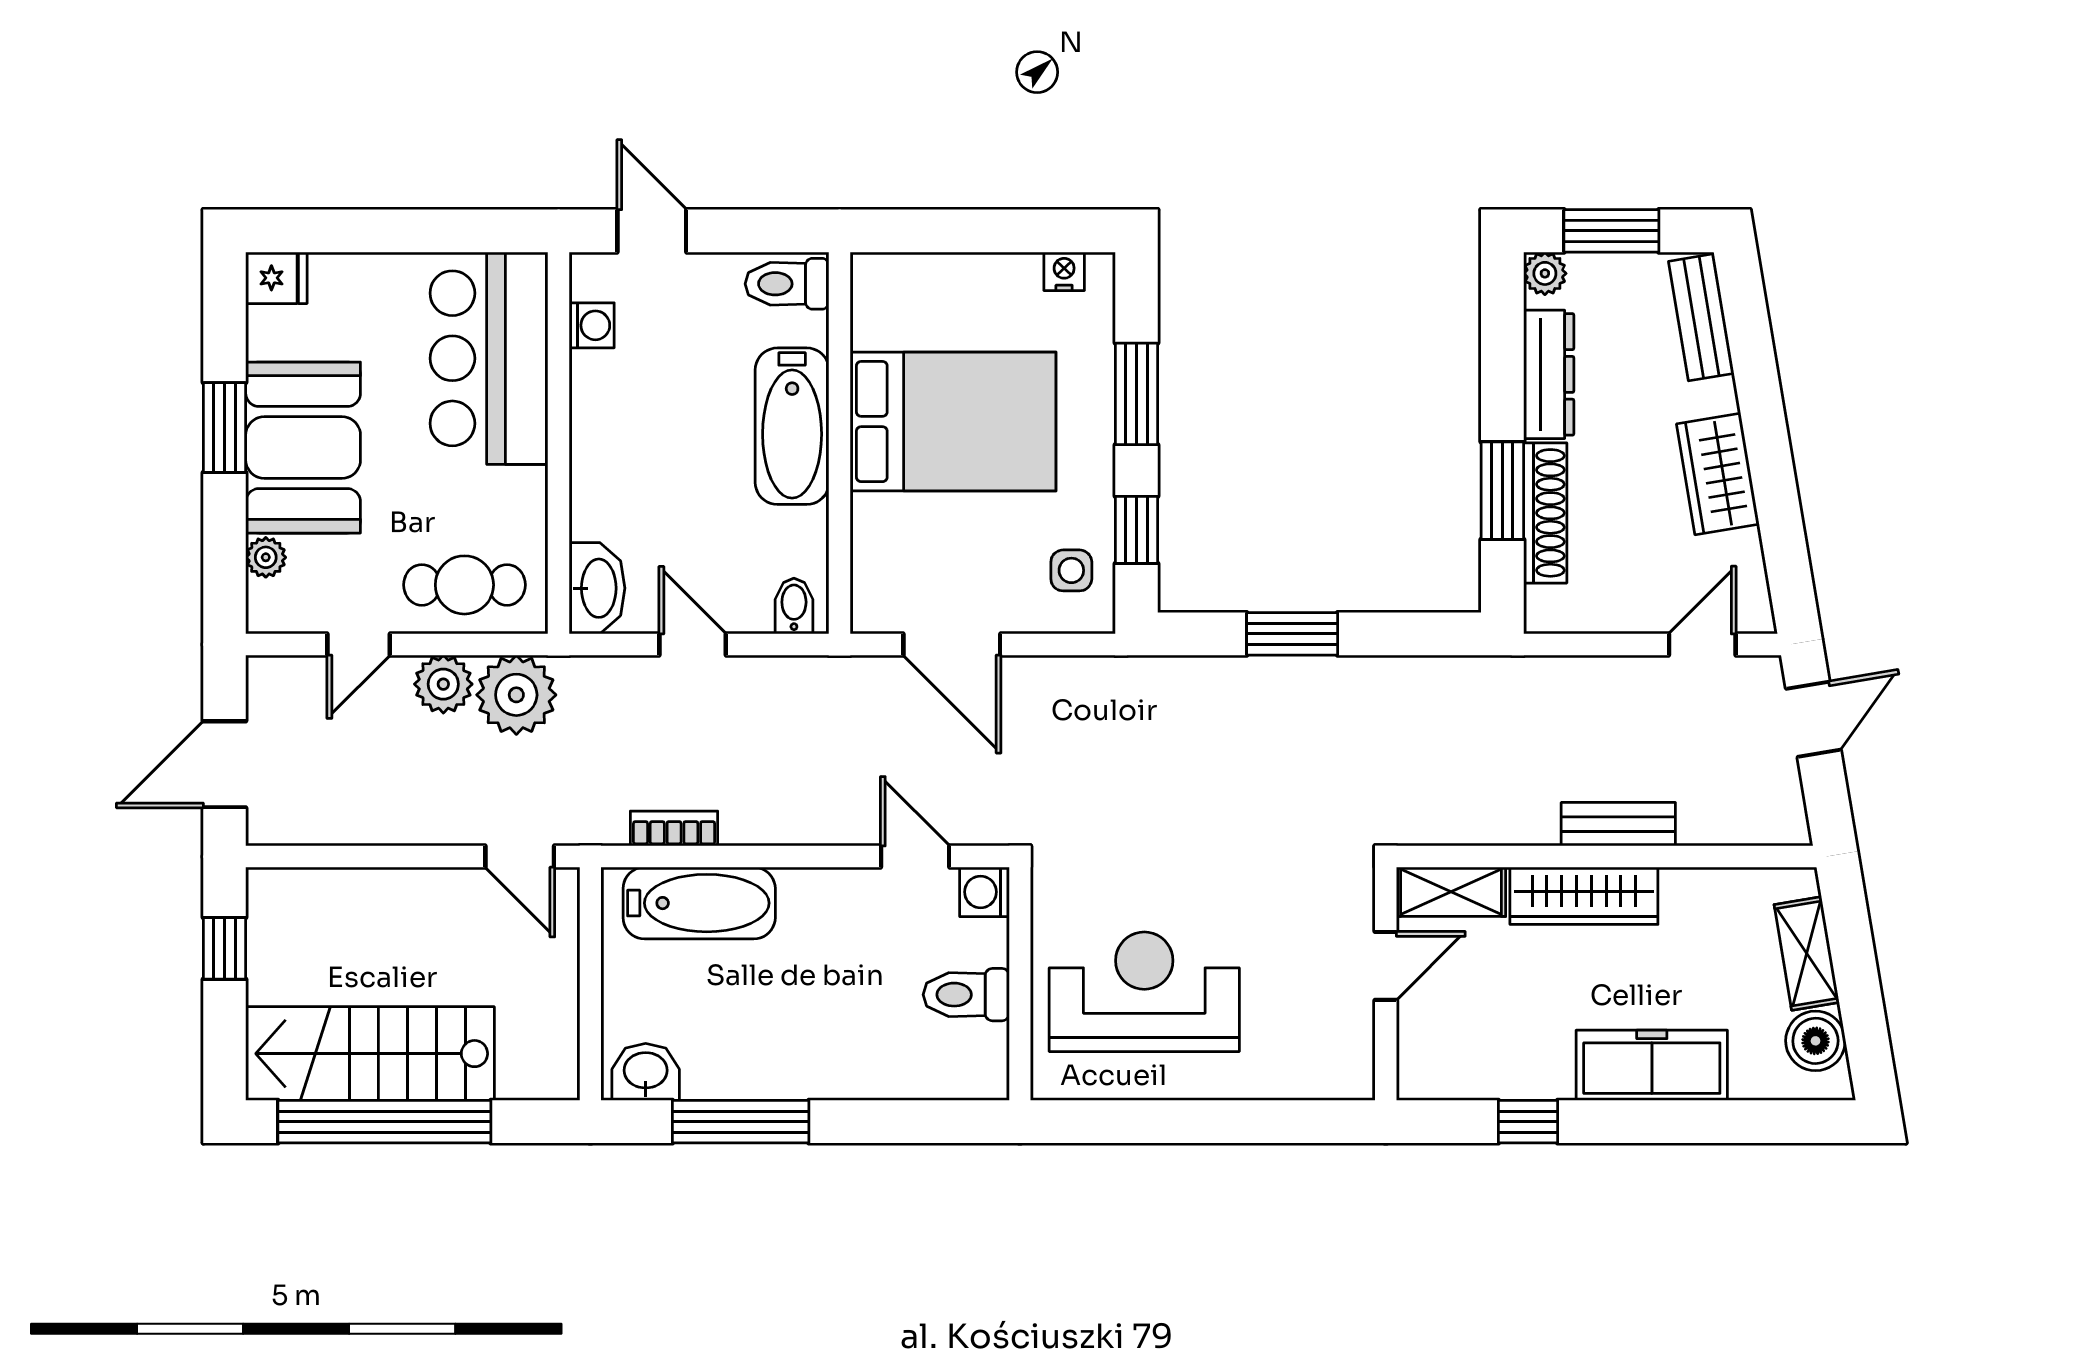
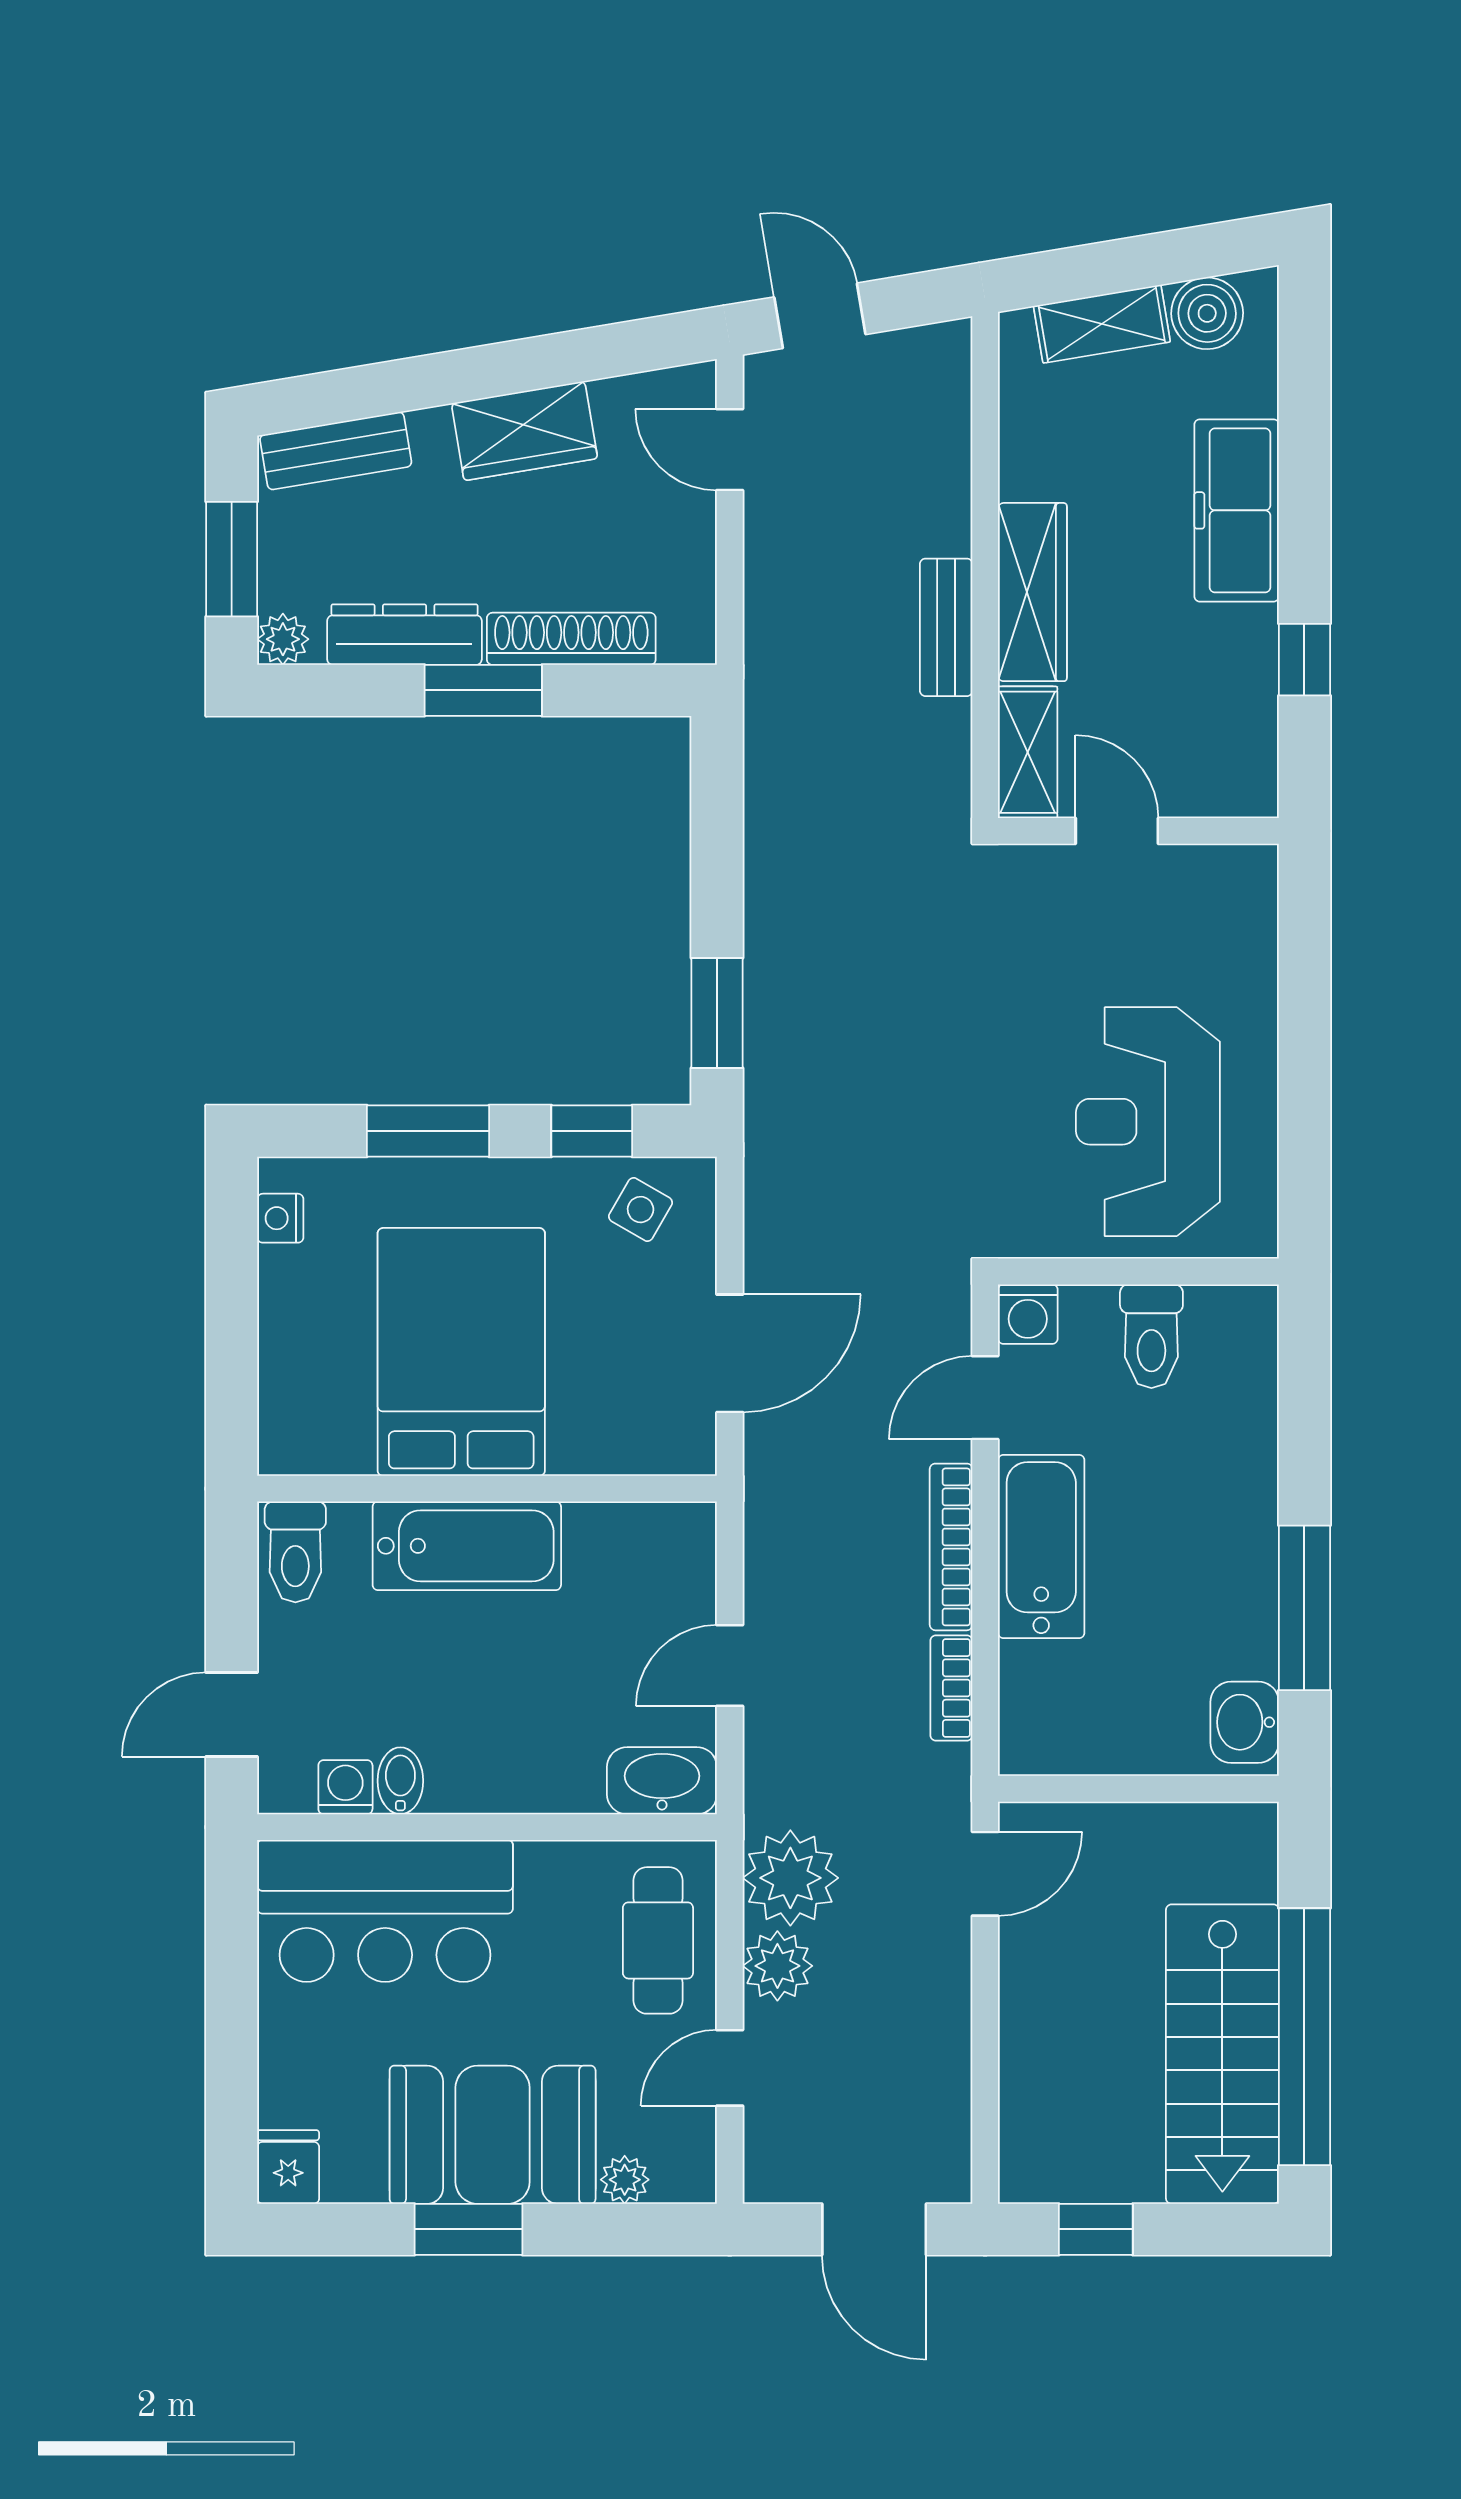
window: (1502, 491) -> (483, 690), moved
side table: (1071, 570) -> (641, 1210), turned 30
bidet: (794, 606) -> (400, 1781), moved, turned 90
window: (1292, 634) -> (717, 1013), moved
door: (359, 644) -> (730, 2068), swing flipped
bench: (1618, 824) -> (946, 627), moved
bookcase: (791, 828) -> (951, 1547), added
bathtub: (699, 903) -> (1041, 1546), moved

